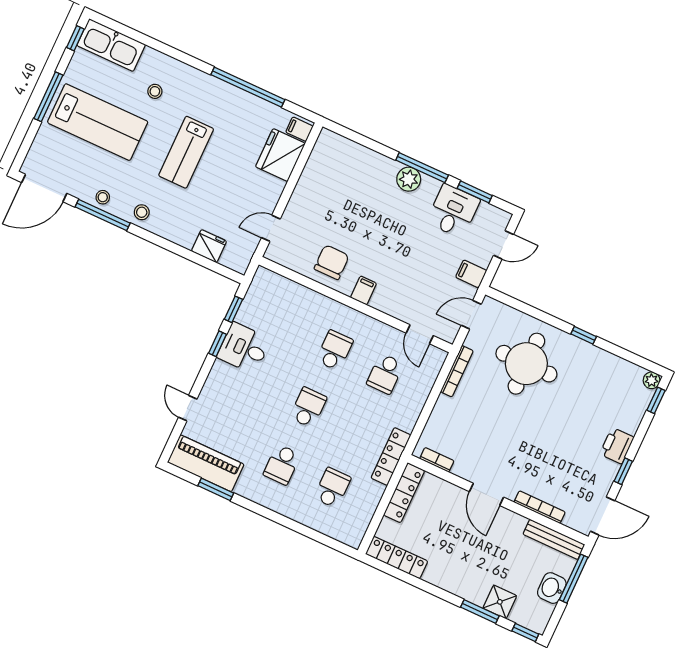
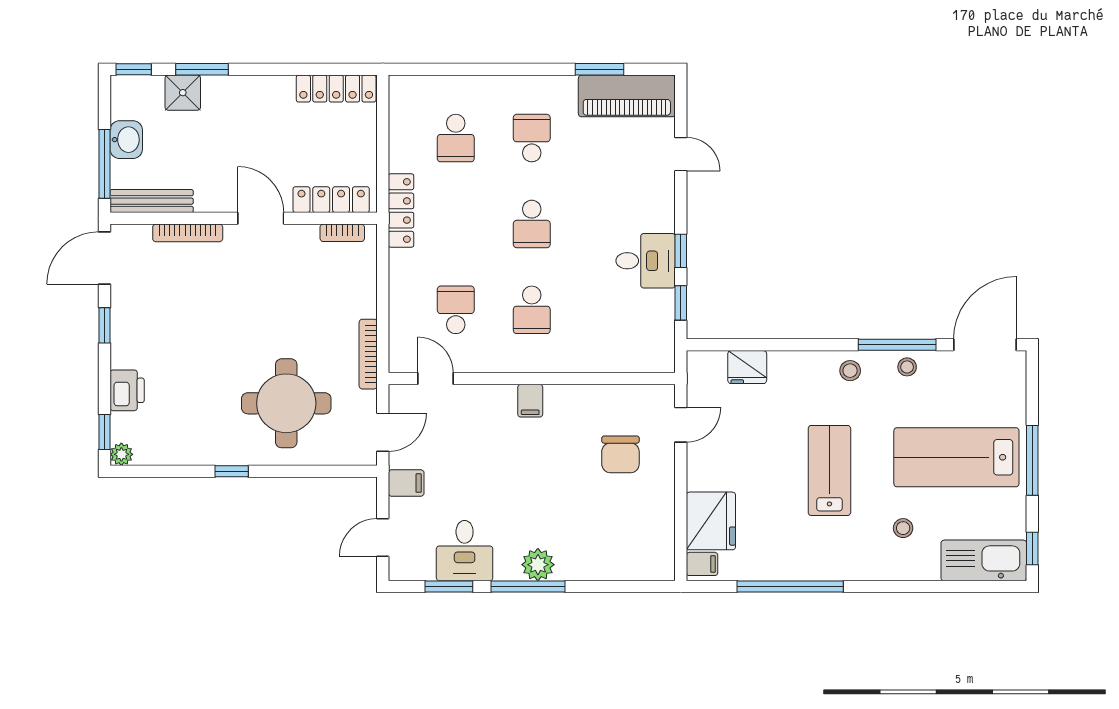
chair: (332, 262) -> (620, 454), moved
printer: (617, 446) -> (127, 390), moved
locker: (404, 493) -> (331, 200), moved, turned 90

